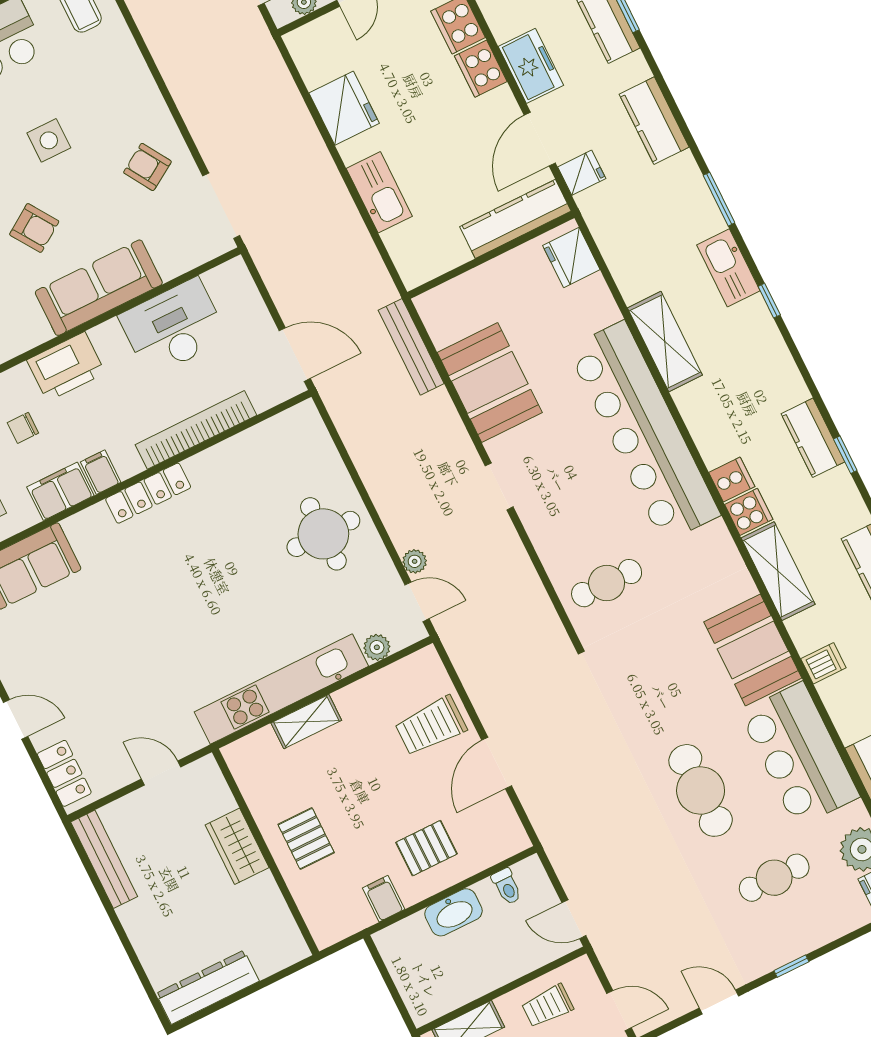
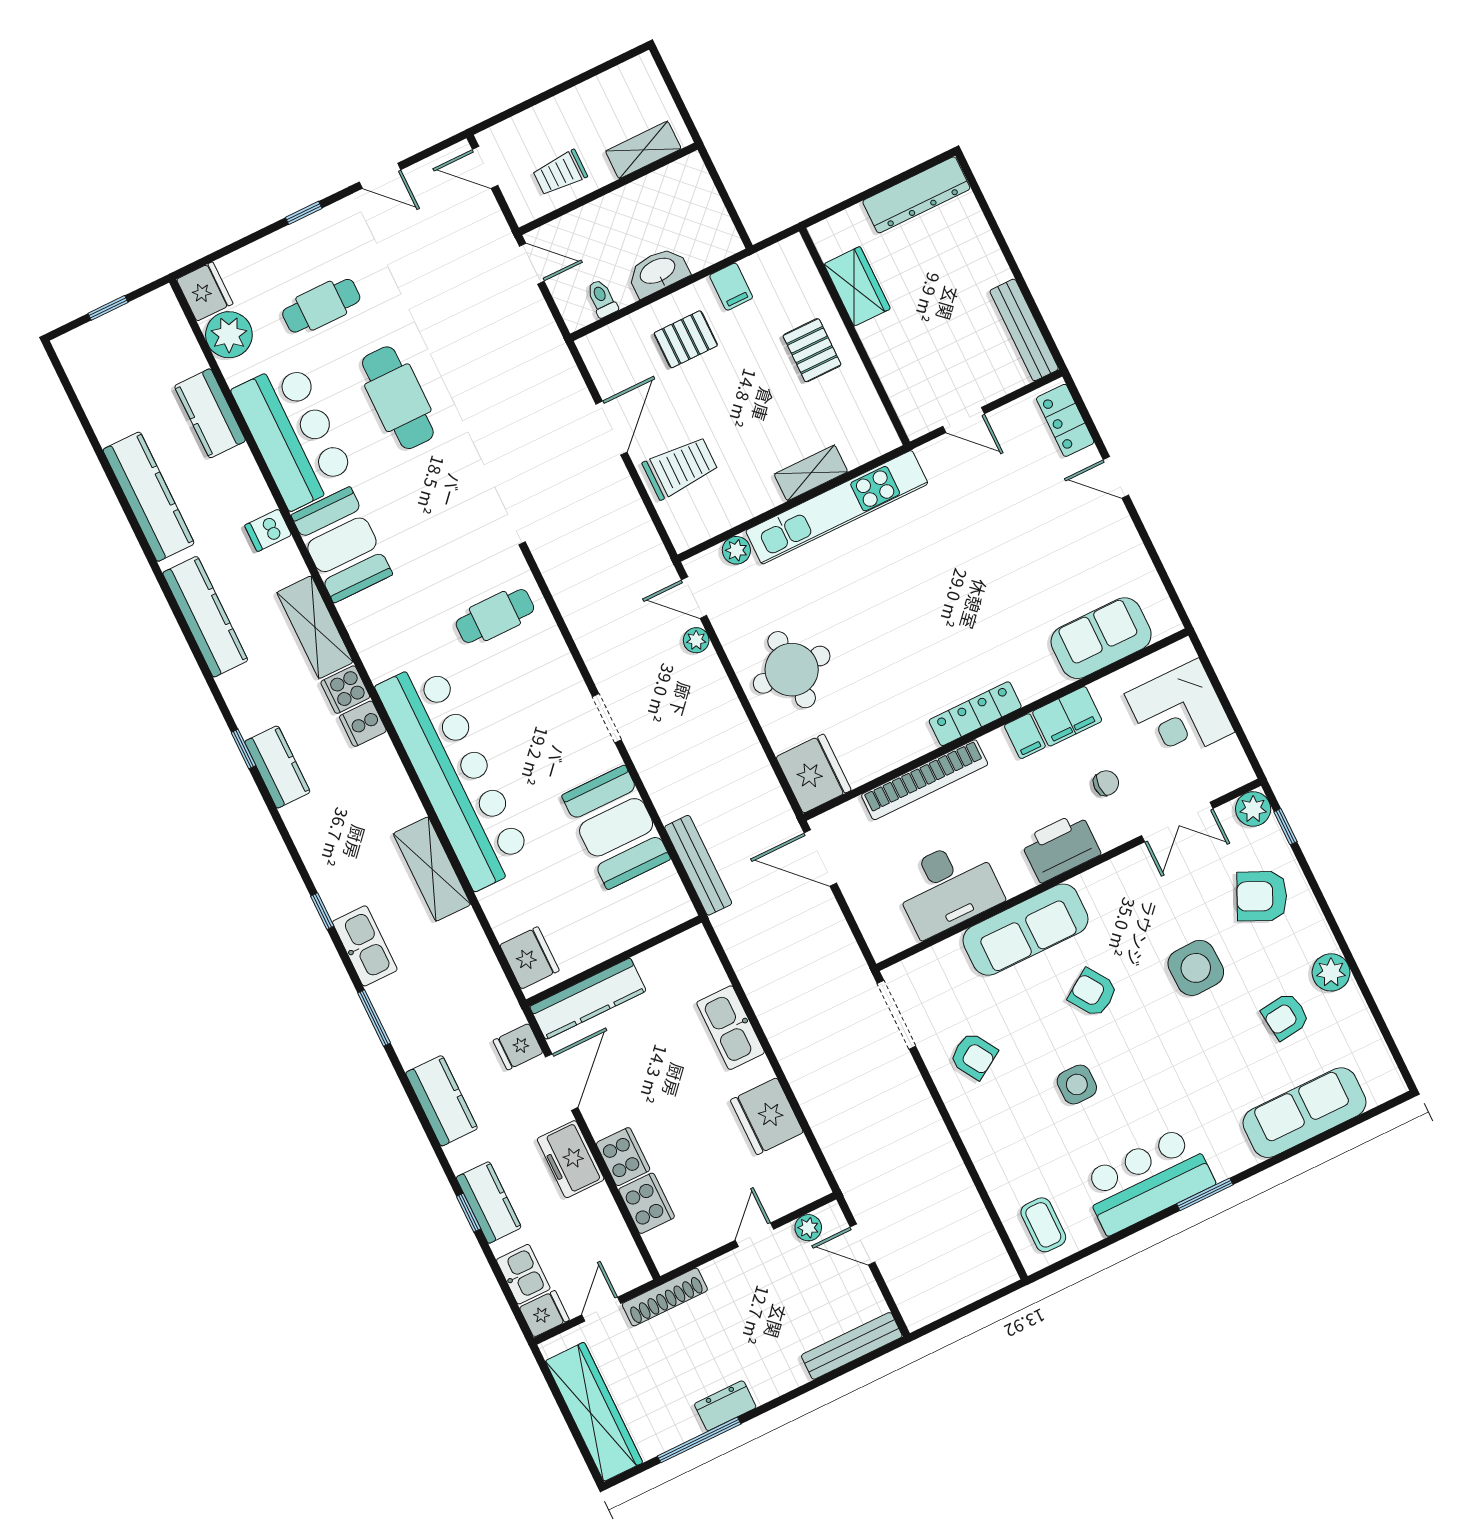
fridge: (302, 435) -> (814, 774), added
wardrobe: (237, 846) -> (857, 286), moved
trolley: (548, 1006) -> (560, 173), turned 180

